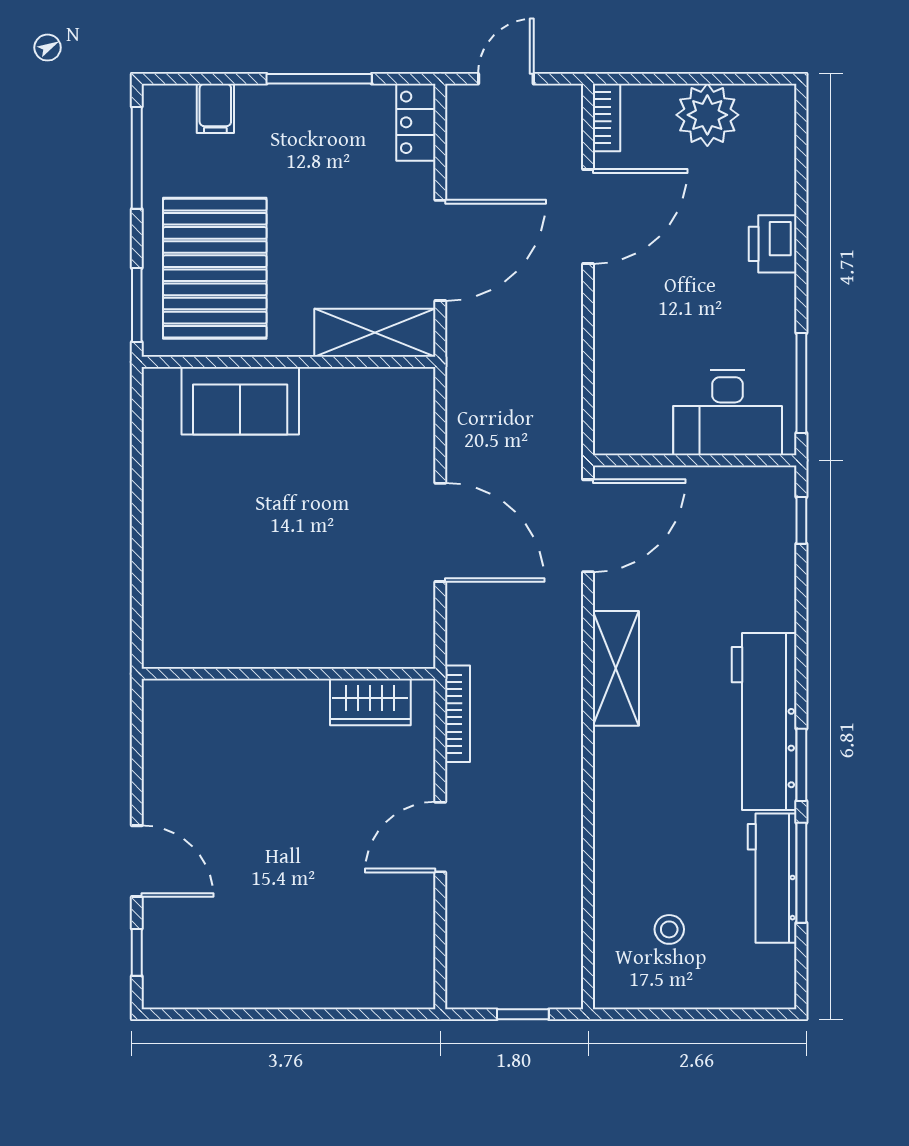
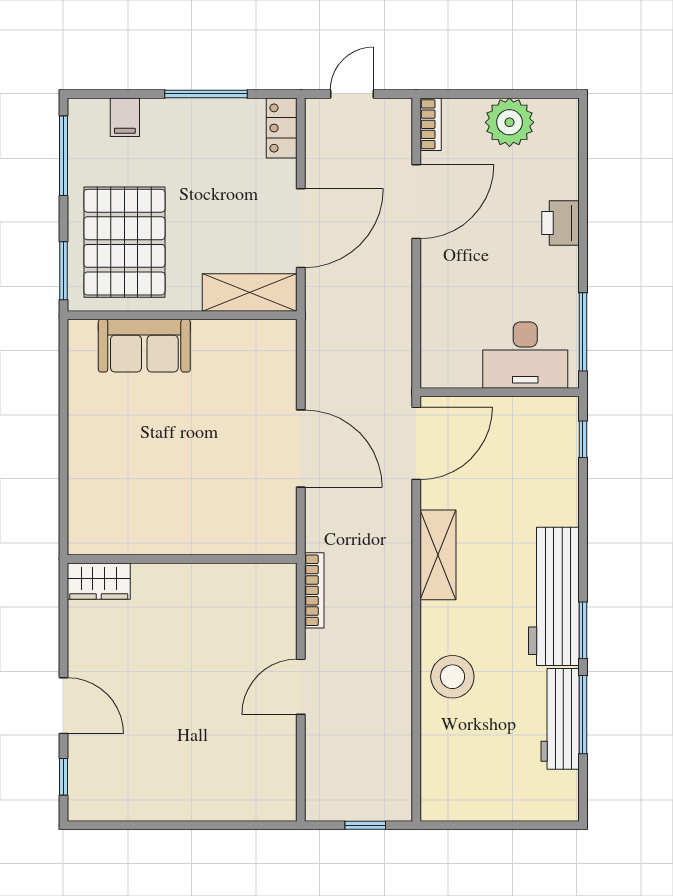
wardrobe: (370, 702) -> (99, 581), moved
stool: (669, 929) -> (452, 677), moved, width x1.89, depth x1.89

